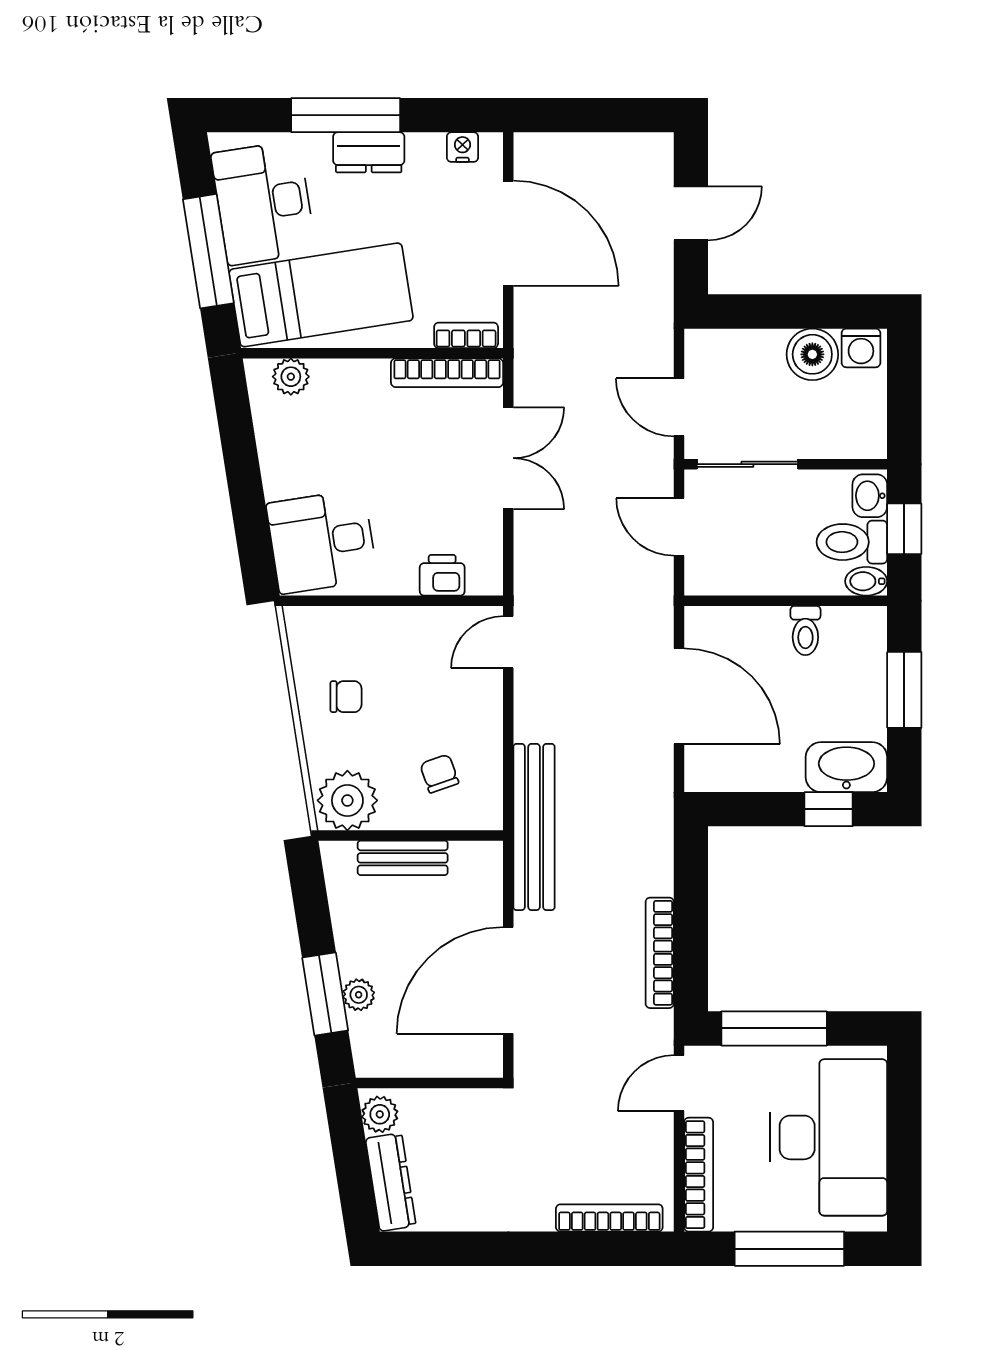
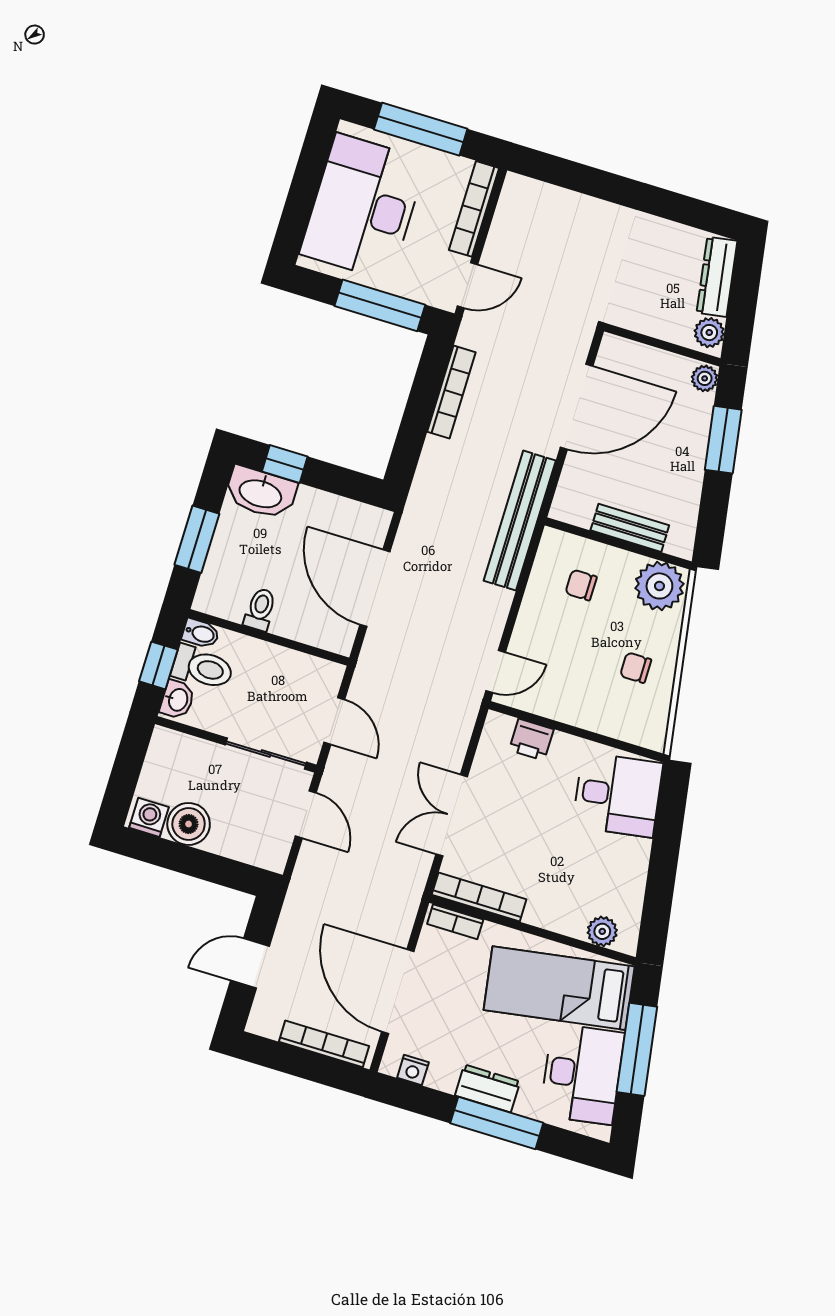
chair: (439, 774) -> (581, 585), turned 109
plant: (359, 995) -> (705, 378), moved
bookcase: (609, 1218) -> (324, 1044), moved, turned 180

